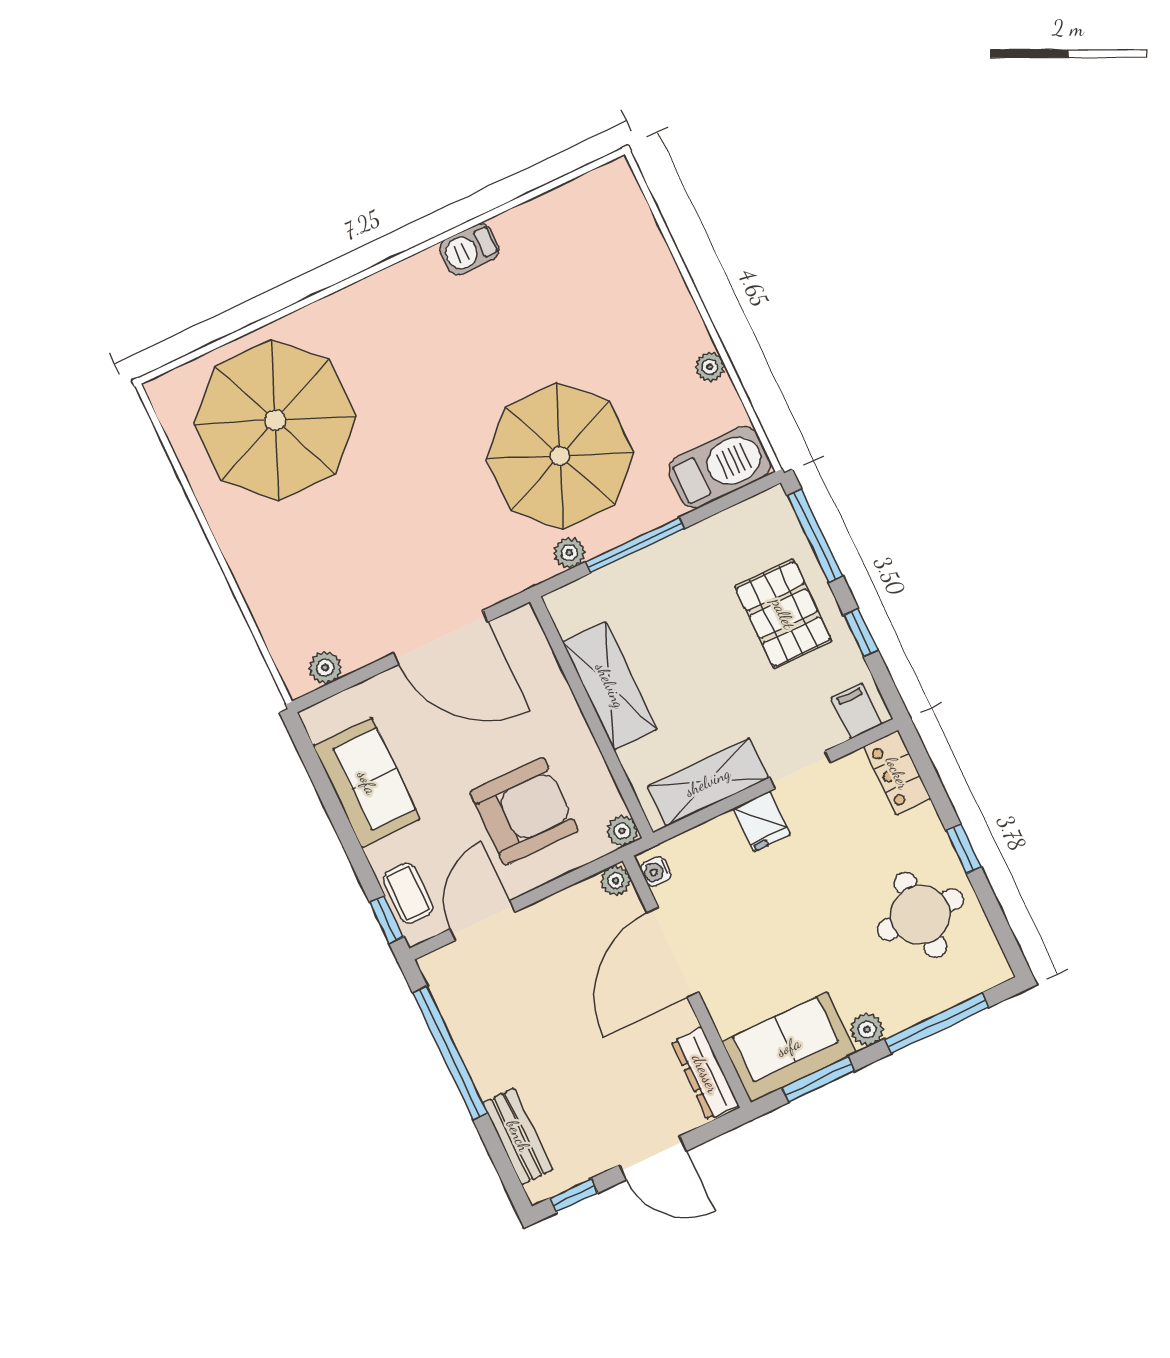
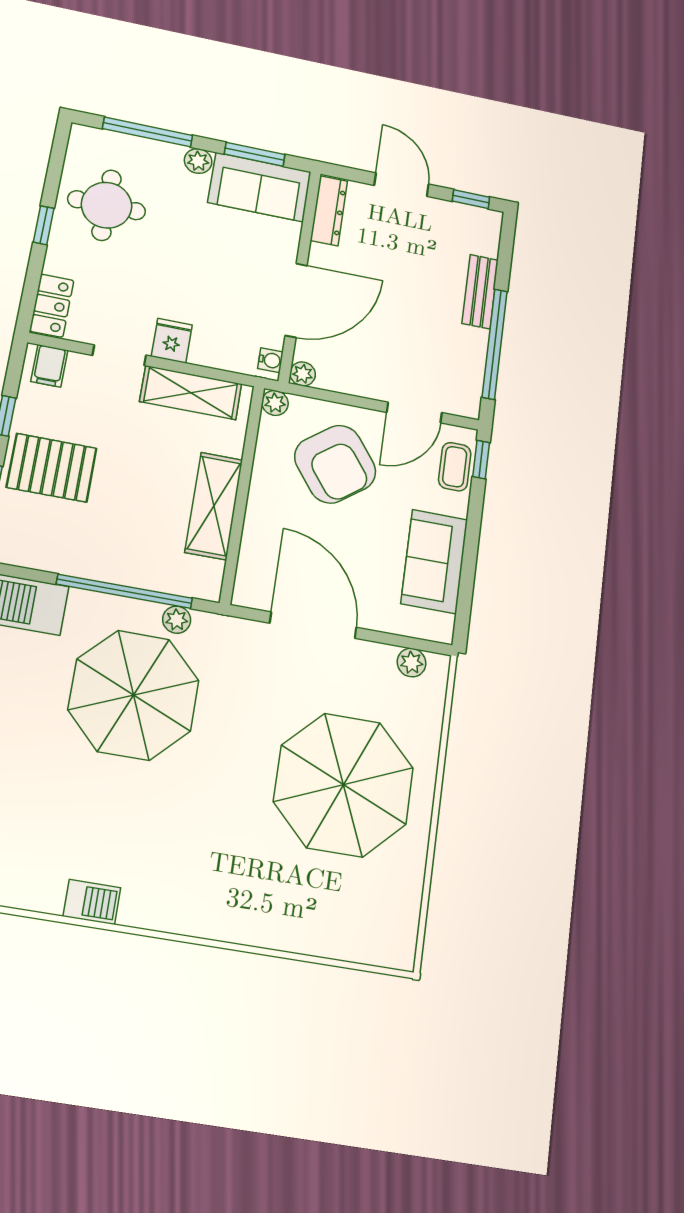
parasol: (275, 420) -> (344, 785), moved
window: (635, 545) -> (124, 591), width x1.46
pallet: (783, 614) -> (52, 468), turned 90
armchair: (524, 811) -> (335, 464), turned -127
bench: (518, 1136) -> (480, 292), moved

